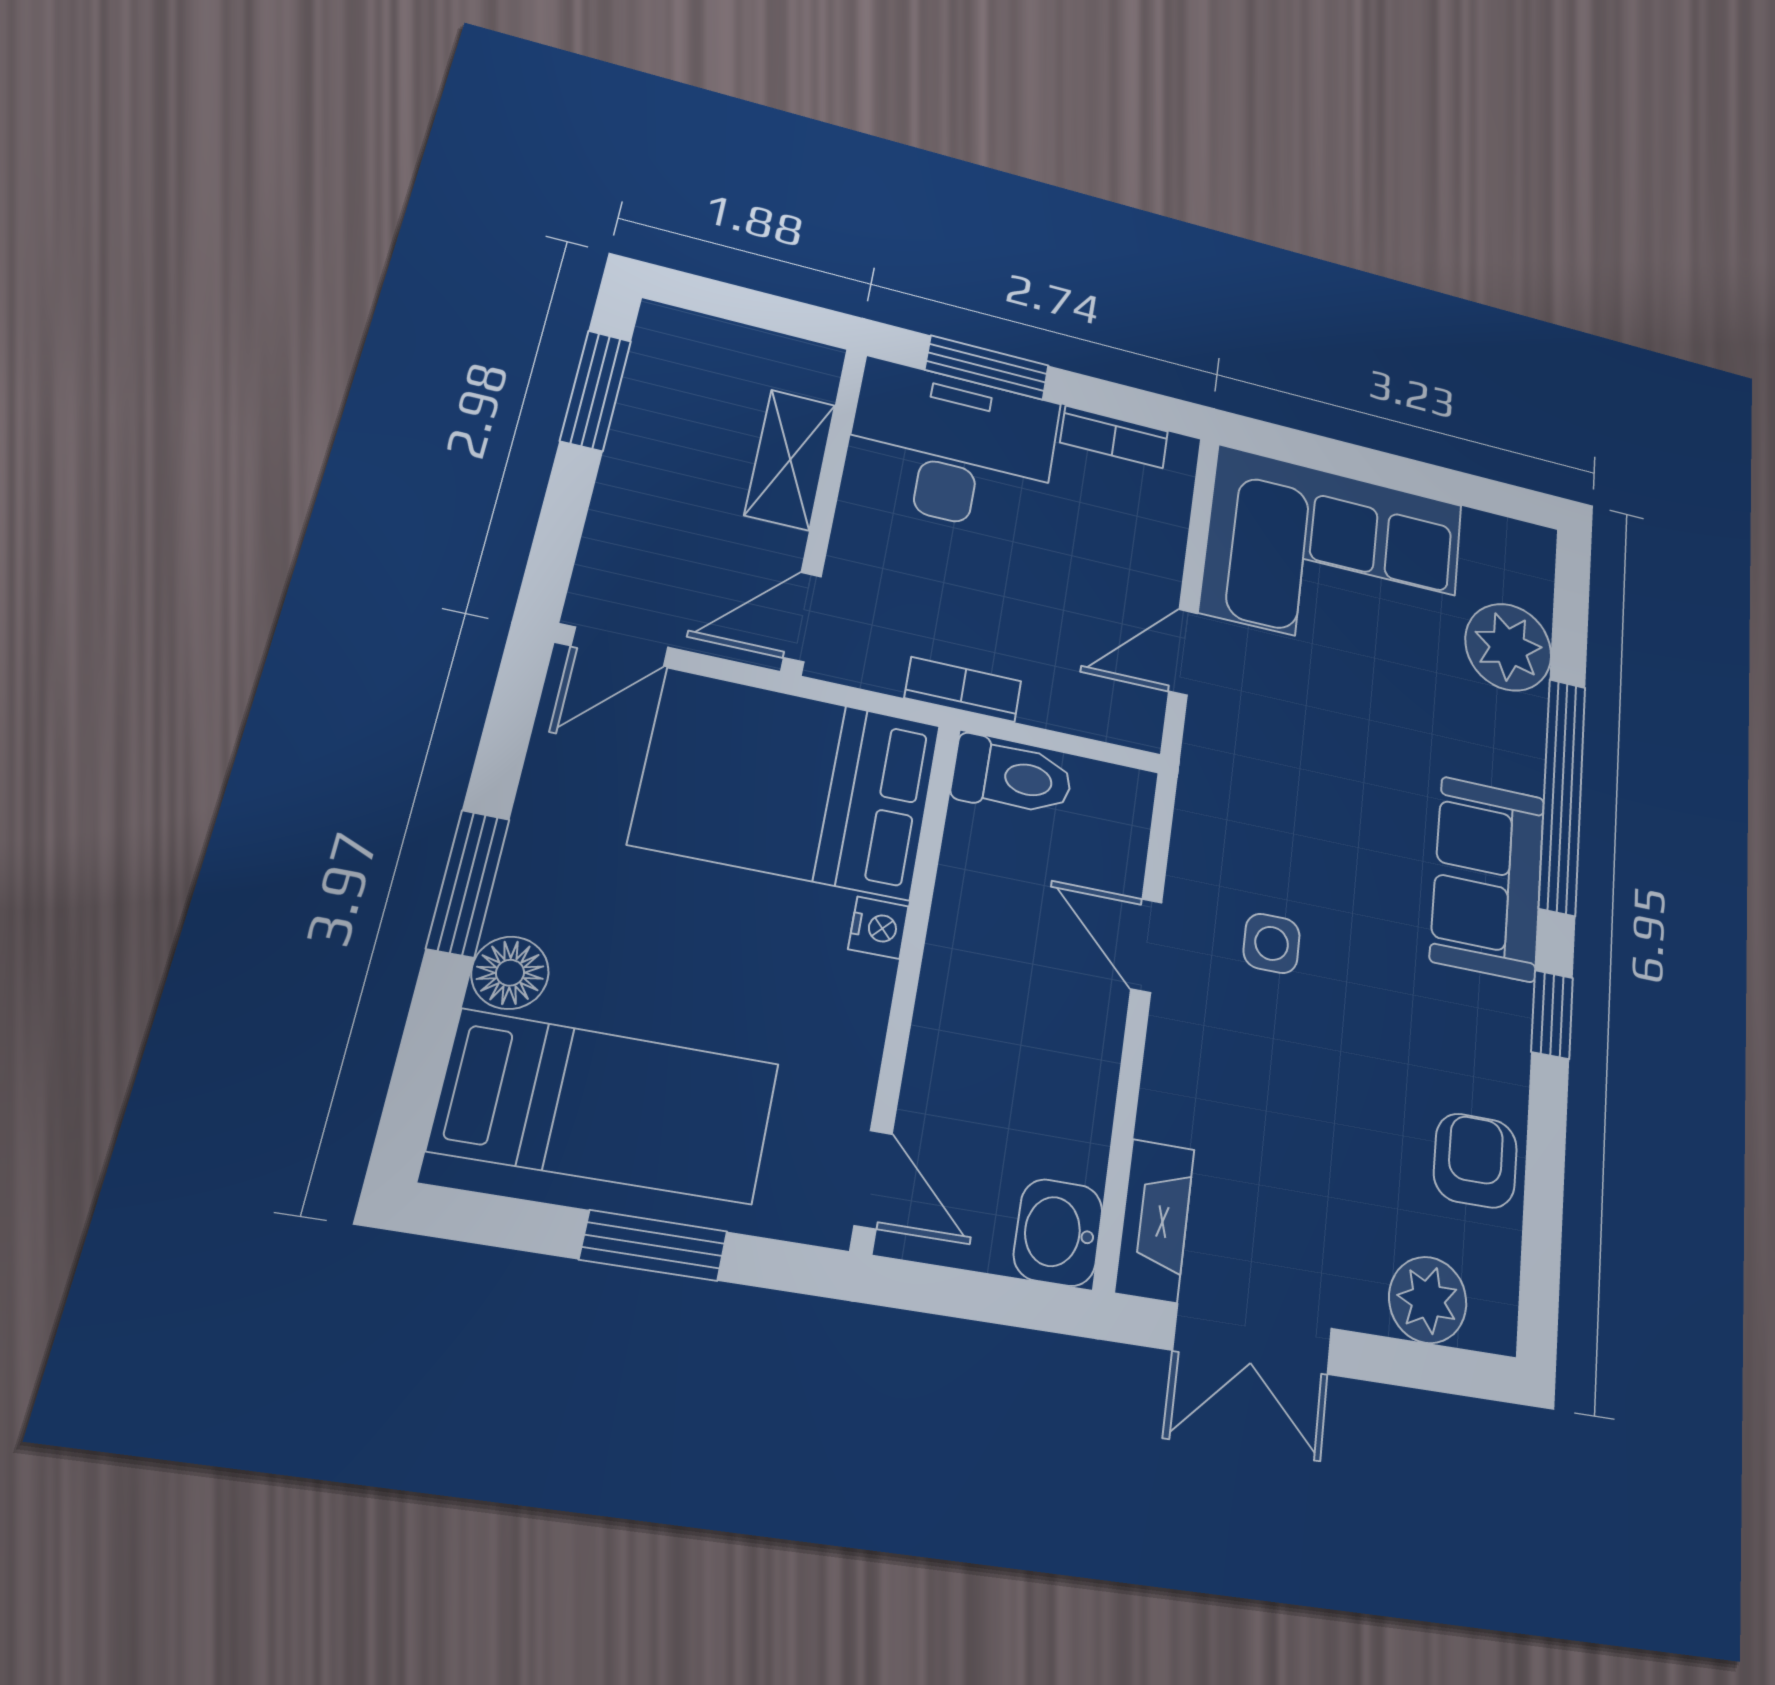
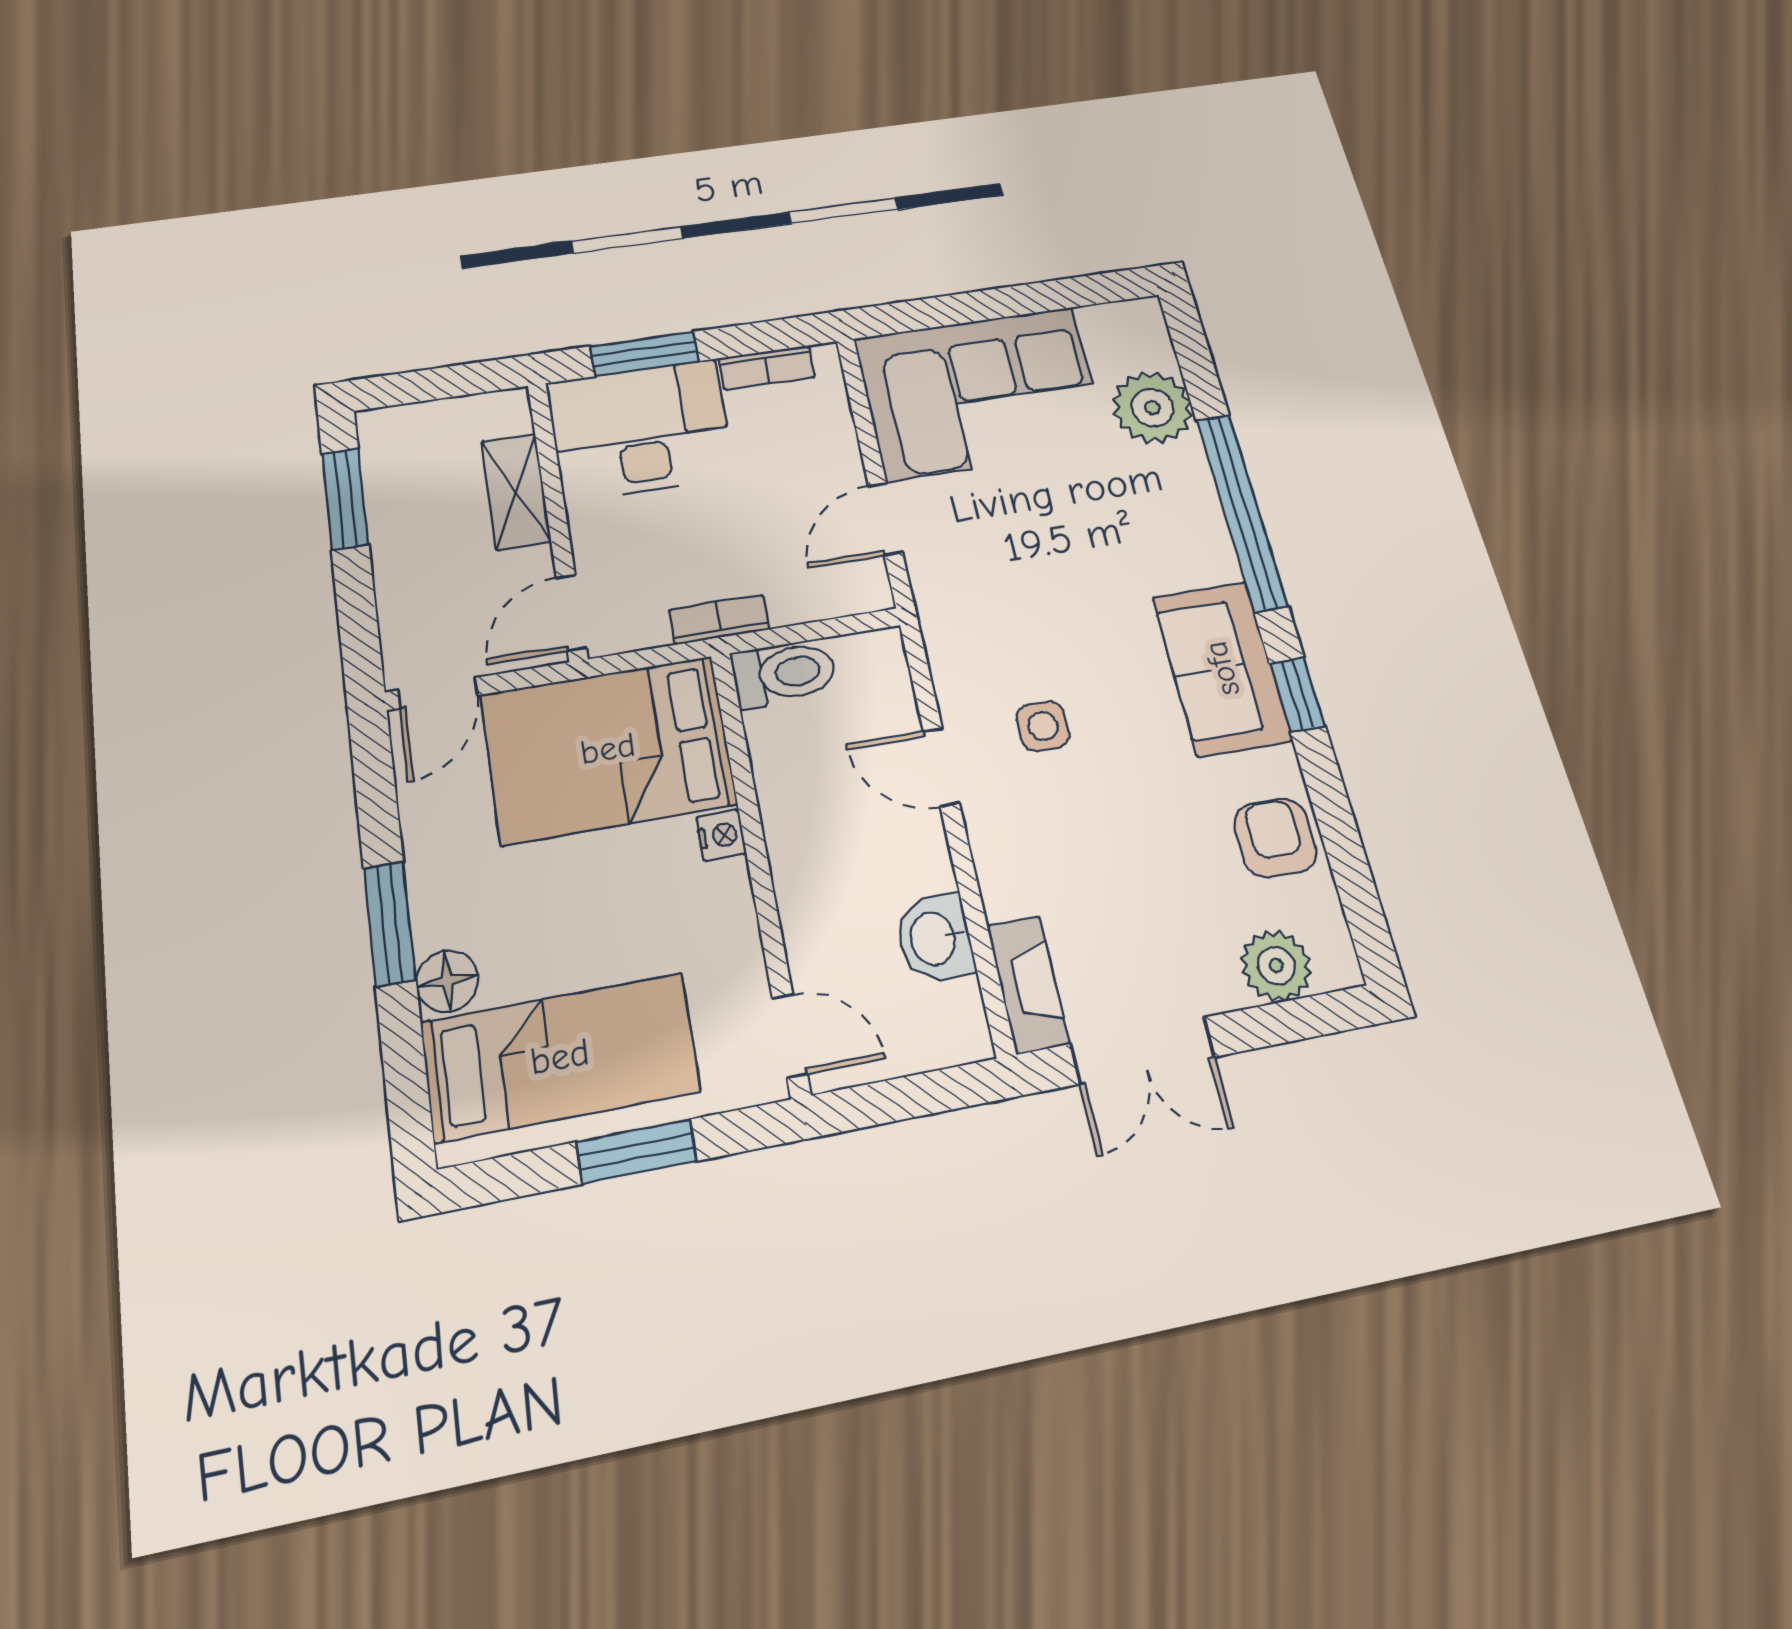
sofa: (1488, 878) -> (1222, 668), moved
washbasin: (1058, 1232) -> (935, 938), moved

